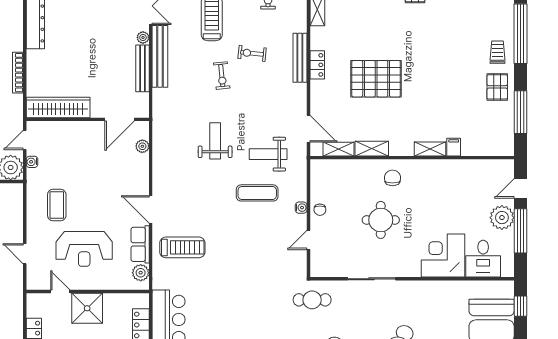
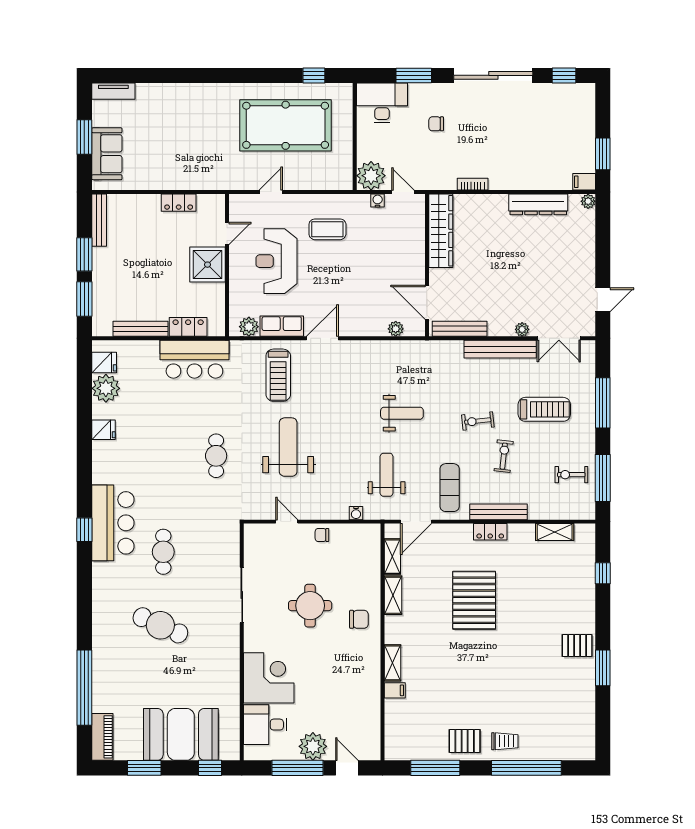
bench: (142, 68) -> (460, 329), moved
bookcase: (18, 73) -> (473, 184), width x0.64
exercise mat: (257, 193) -> (450, 488), moved
water cooler: (301, 208) -> (356, 513), moved
weight bench: (244, 239) -> (288, 447), added
cafe table: (312, 300) -> (216, 456), moved

